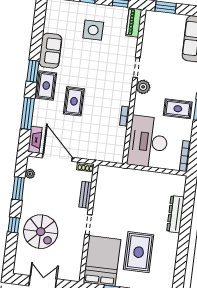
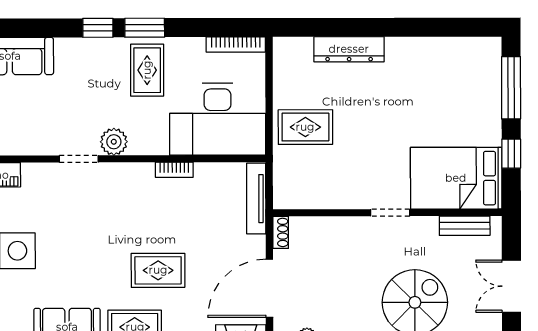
tv unit: (105, 157) -> (256, 199), added
bench: (85, 195) -> (465, 226), moved
rug: (139, 252) -> (305, 127), moved, width x0.73, depth x0.70

